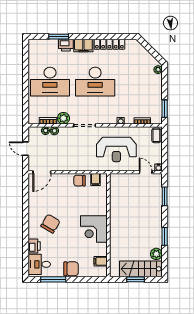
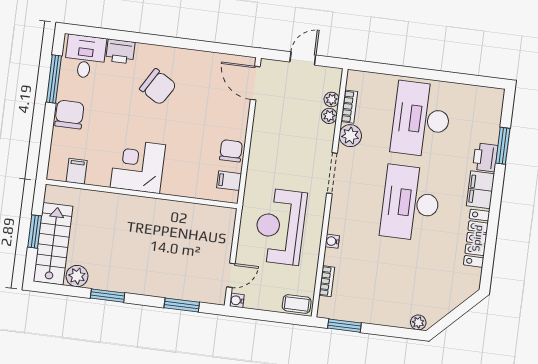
chair: (71, 269) -> (69, 114), turned 180

